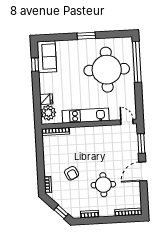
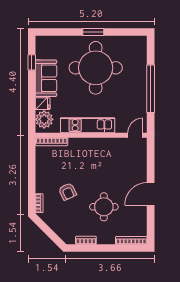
sofa: (47, 57) -> (46, 78), moved
window: (137, 62) -> (151, 89), moved
round table: (107, 70) -> (96, 68), moved
door: (127, 122) -> (135, 135), hinge flipped
window: (141, 144) -> (151, 161), removed
window: (61, 212) -> (53, 236), removed

